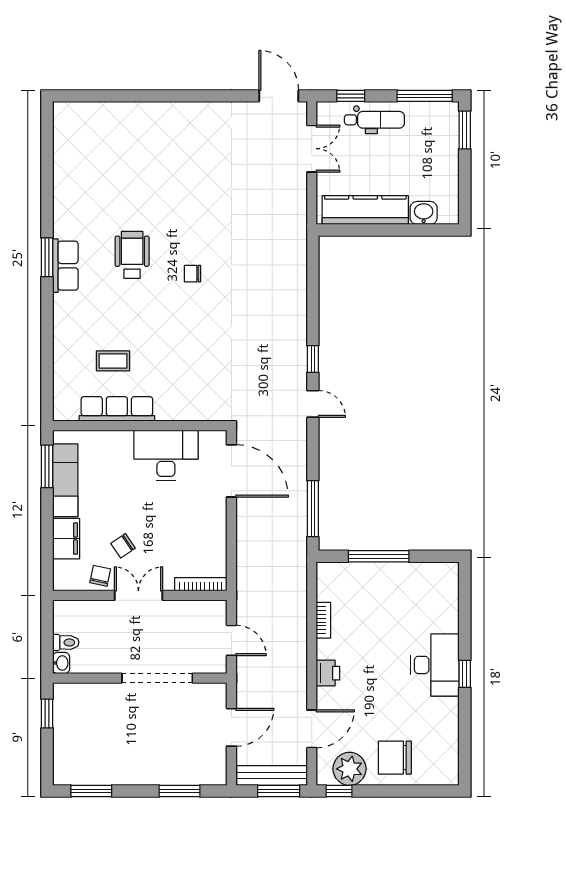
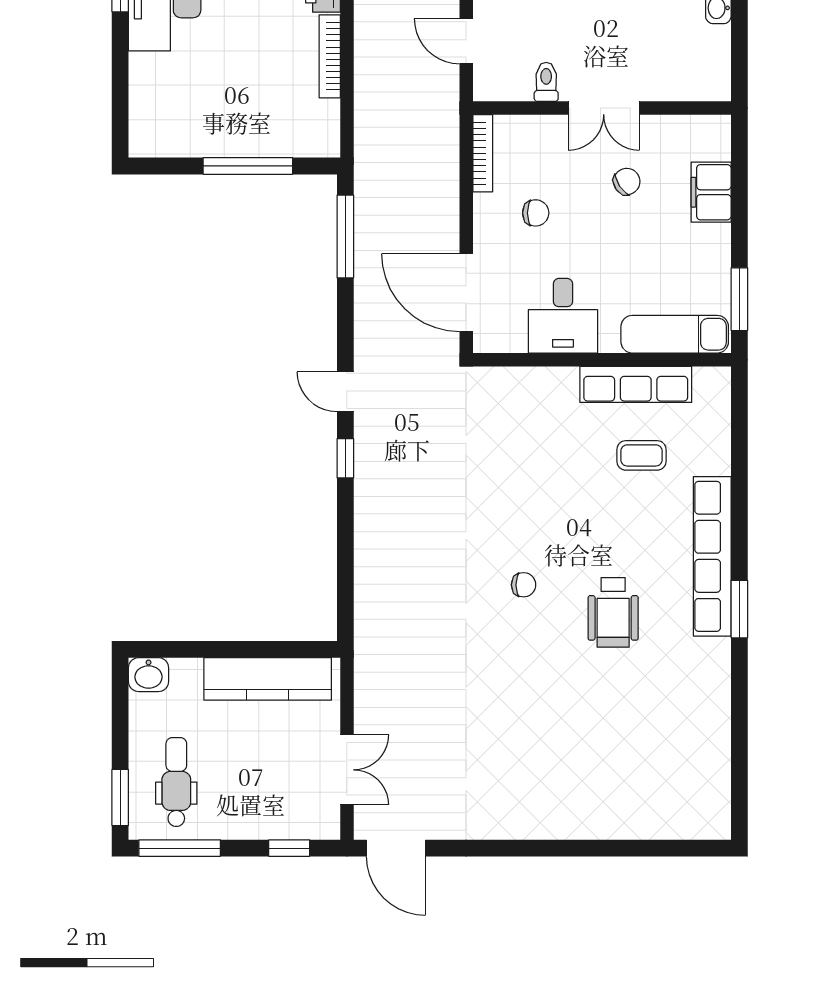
dental chair: (374, 120) -> (176, 782), moved, turned 90
double door: (312, 149) -> (347, 770), swing flipped
washbasin: (424, 213) -> (149, 675), moved
row of seats: (65, 266) -> (712, 556), width x2.02
desk: (166, 455) -> (563, 316), width x0.73
exam couch: (65, 480) -> (675, 334), moved, turned 90
chair: (100, 576) -> (536, 213), moved, turned -102
bookcase: (201, 584) -> (483, 153), moved, turned -90
bookcase: (323, 620) -> (330, 56), width x1.56
toilet: (66, 642) -> (546, 82), moved, turned 90

